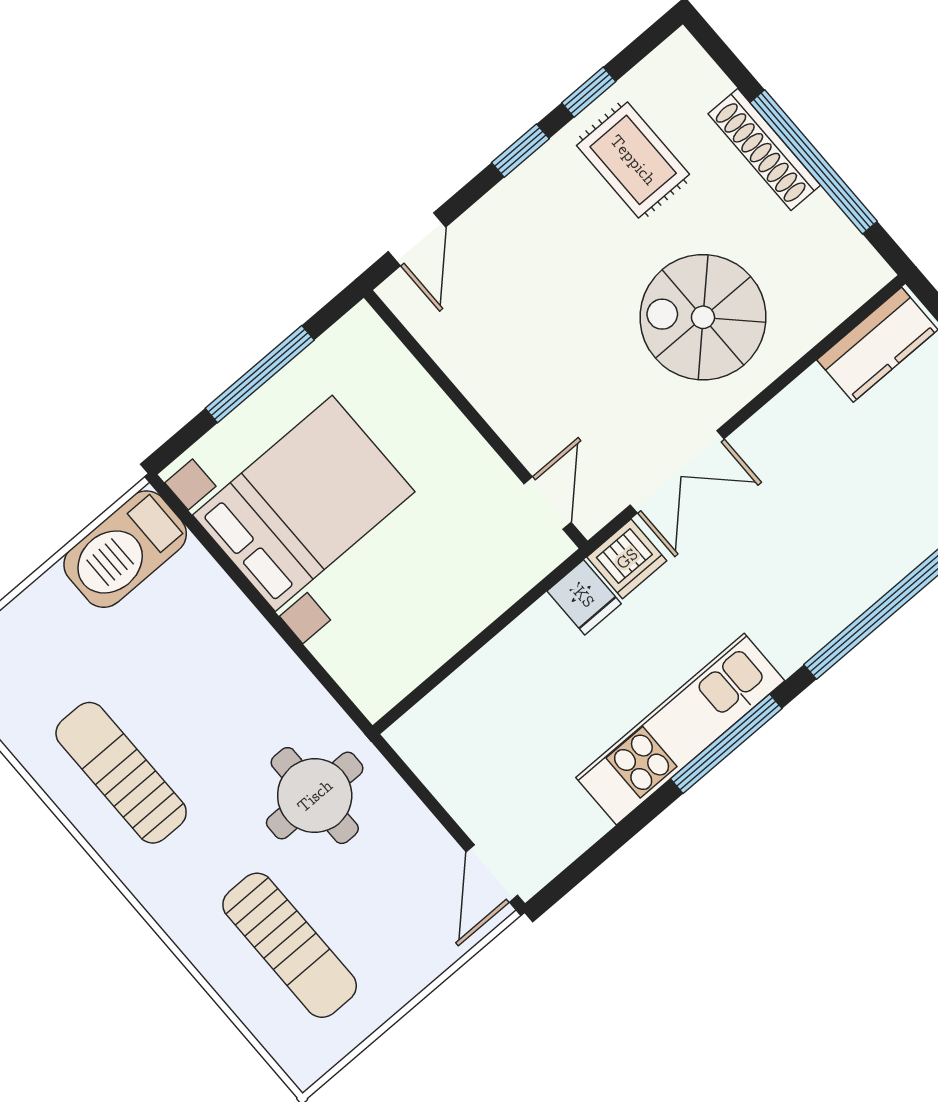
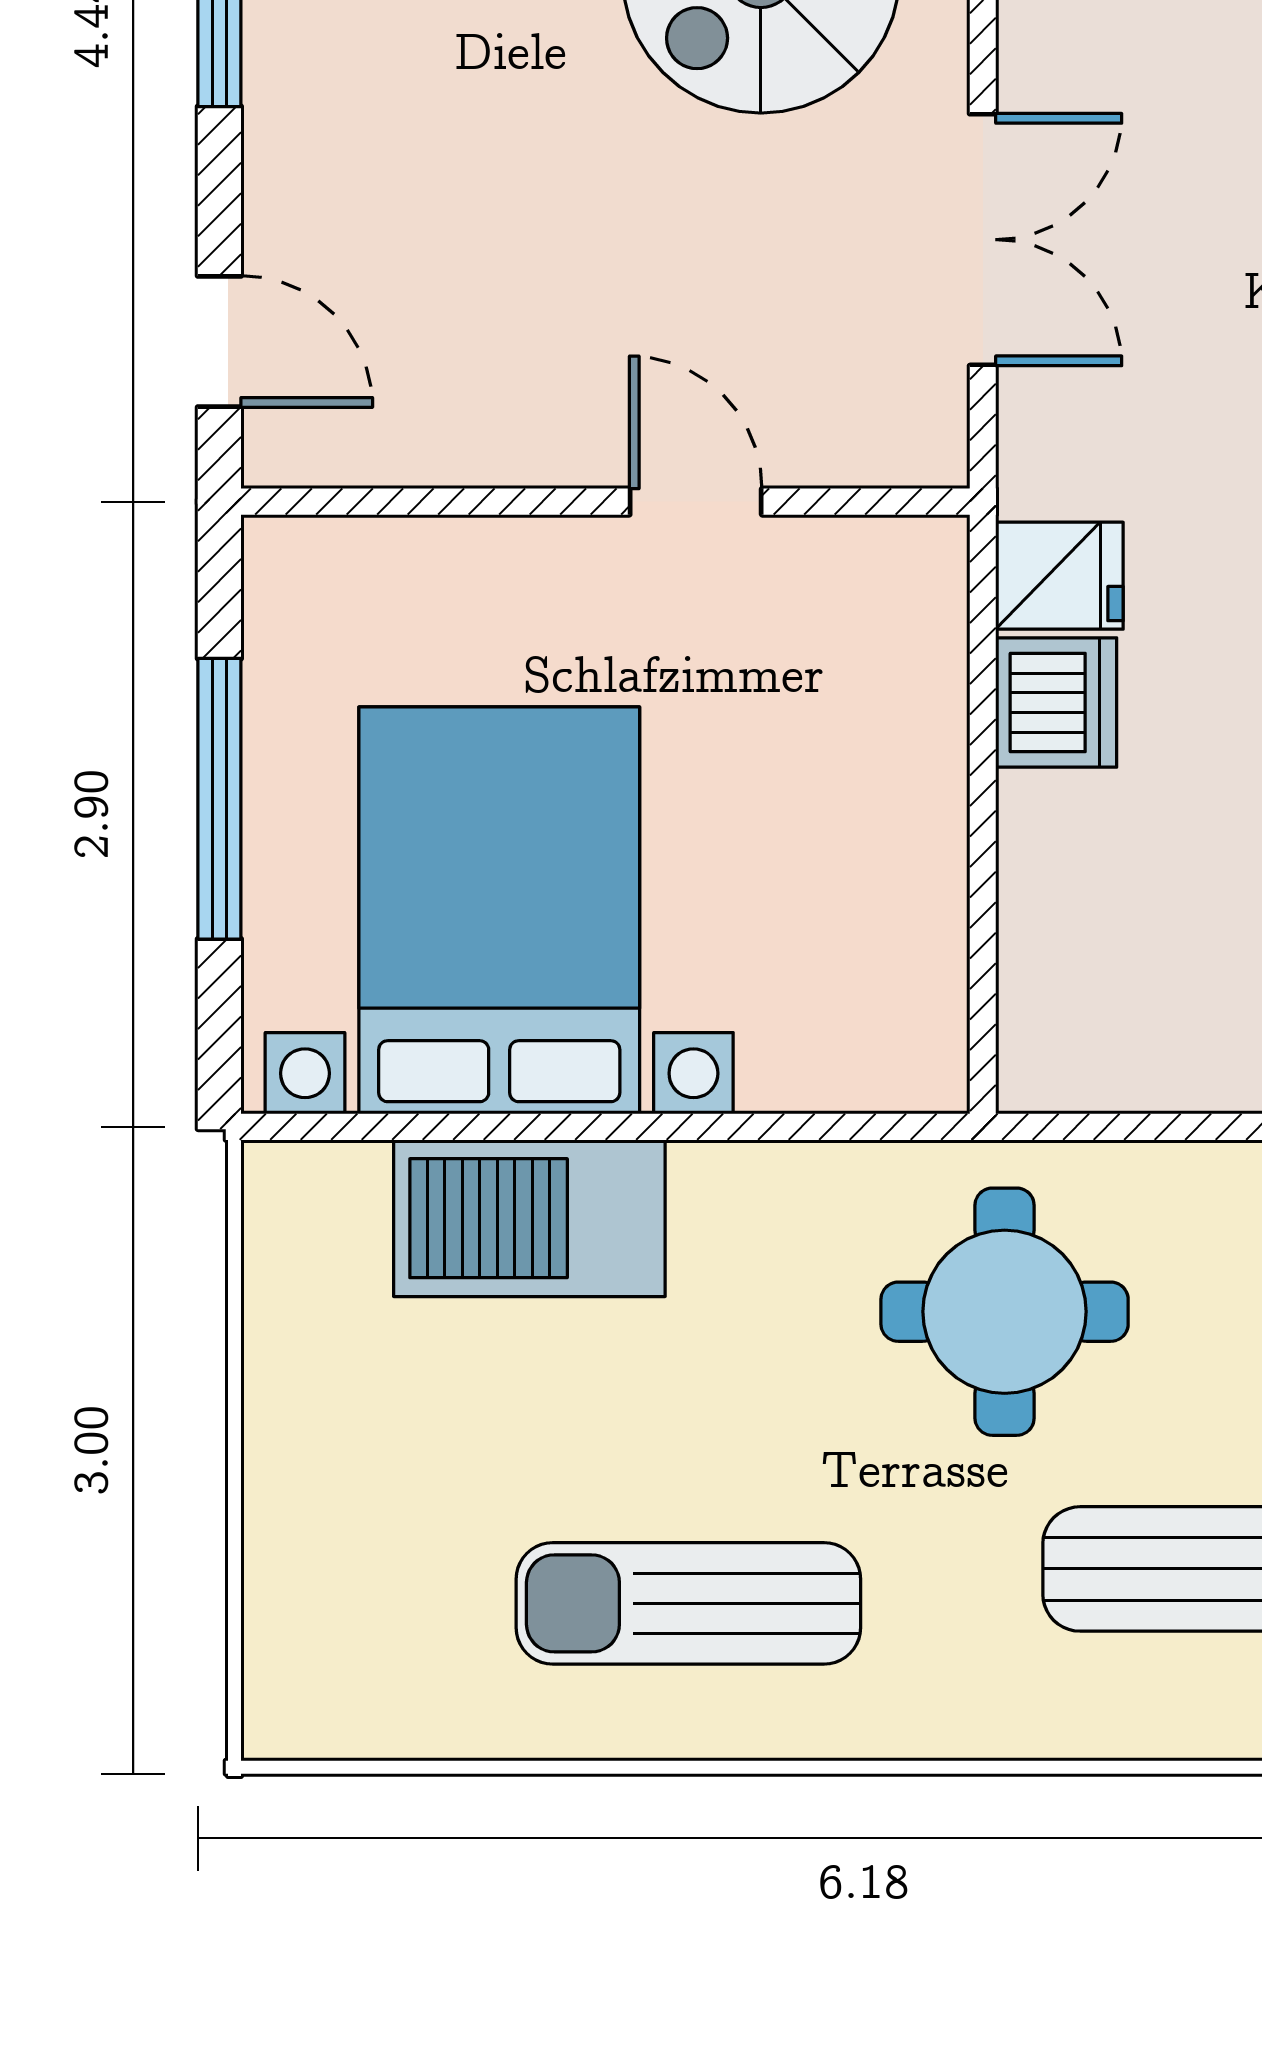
door: (548, 503) -> (696, 502), moved
barbecue: (125, 549) -> (529, 1218), moved, turned 90
dishwasher: (627, 559) -> (1056, 703), moved

